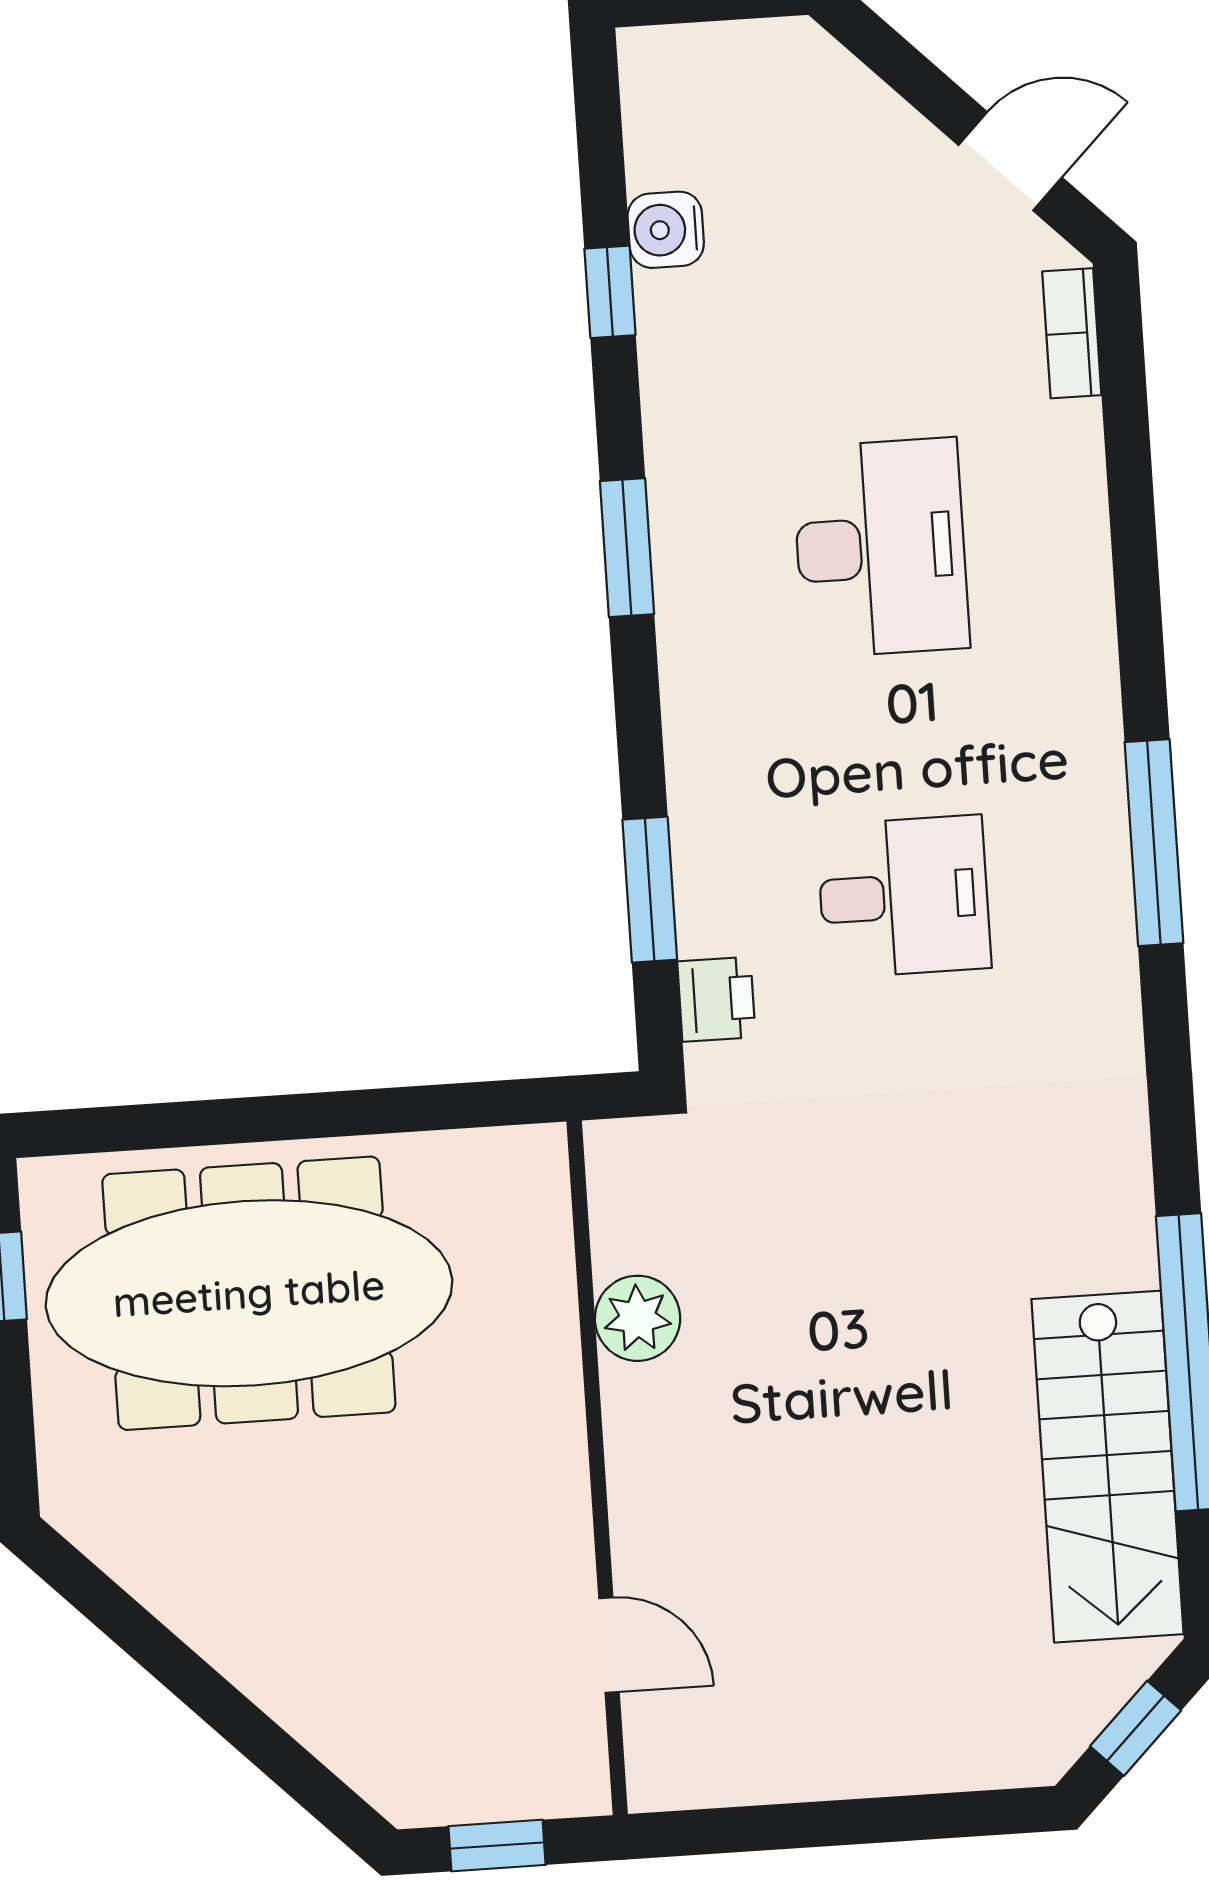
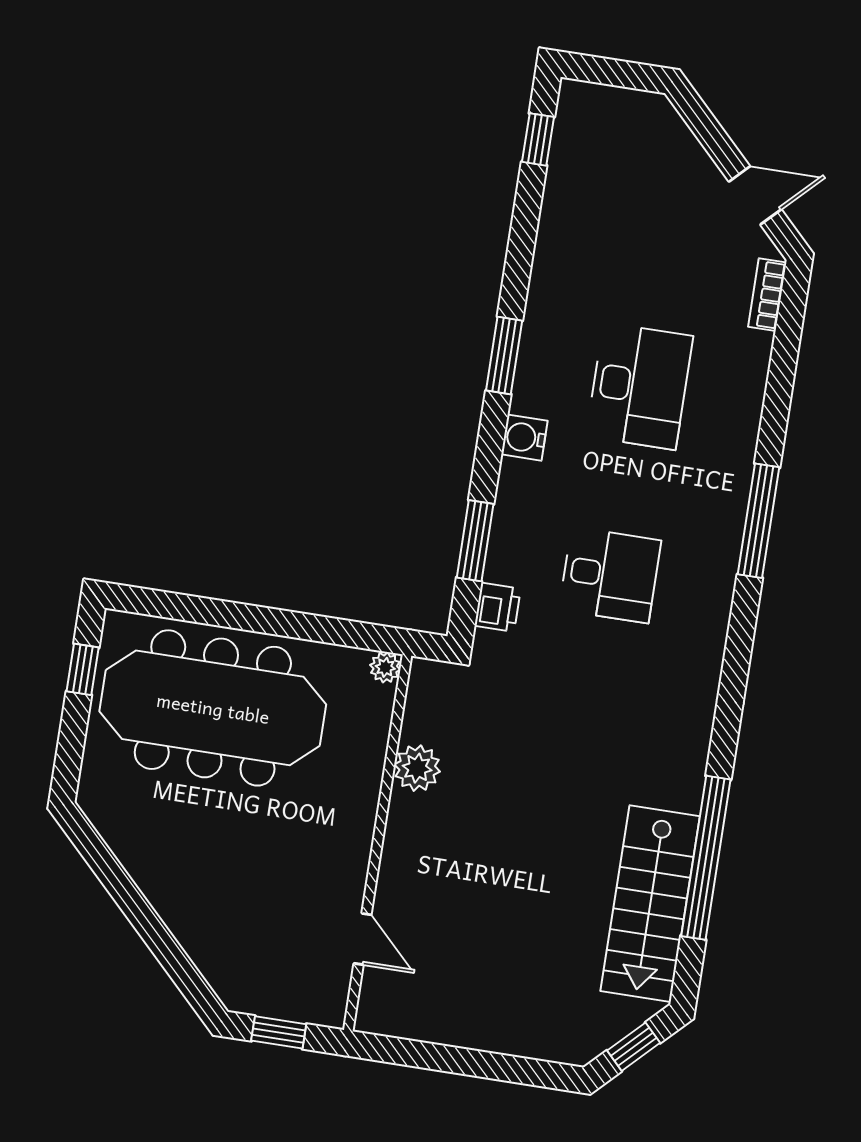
water cooler: (666, 230) -> (524, 438), moved
window: (610, 292) -> (538, 139), moved
window: (1154, 843) -> (759, 521), moved
plant: (540, 1152) -> (385, 667), added

